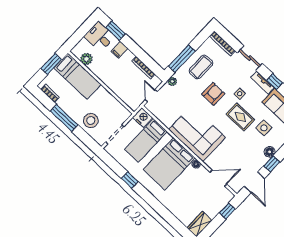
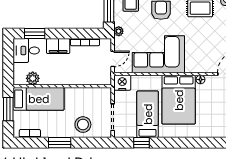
filing cabinet: (119, 50) -> (58, 46), width x2.00
door: (151, 96) -> (113, 59), swing flipped
window: (64, 118) -> (60, 143), width x0.69
corner sofa: (197, 133) -> (158, 54), moved
bed: (146, 140) -> (148, 114), moved, turned 180
window: (130, 180) -> (142, 143), moved

